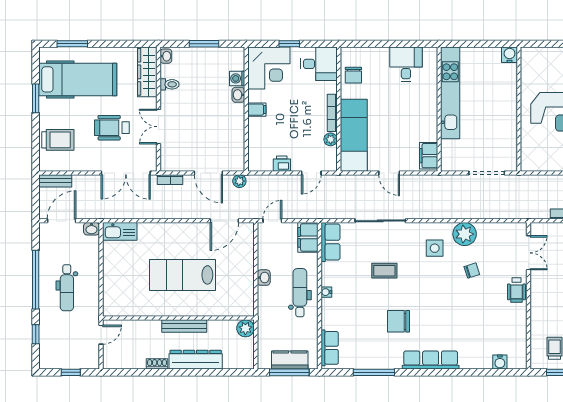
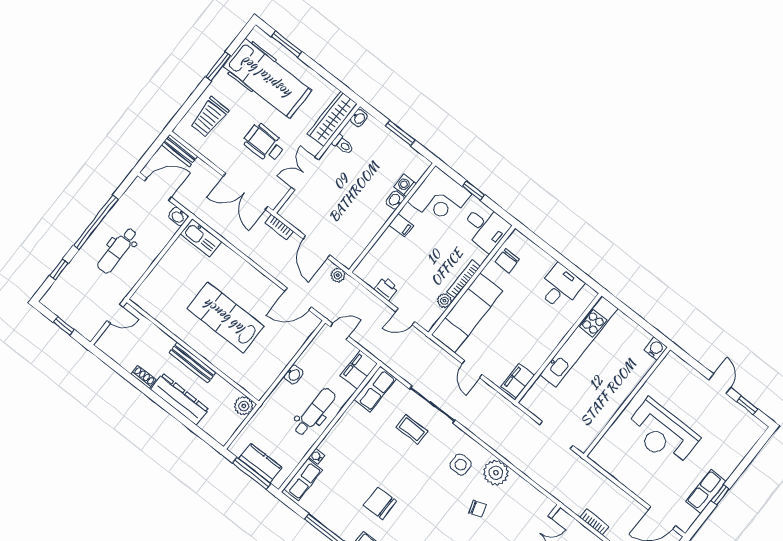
trolley: (58, 140) -> (209, 117), turned 90
coffee table: (384, 271) -> (412, 429), moved
water cooler: (326, 292) -> (317, 456), moved

